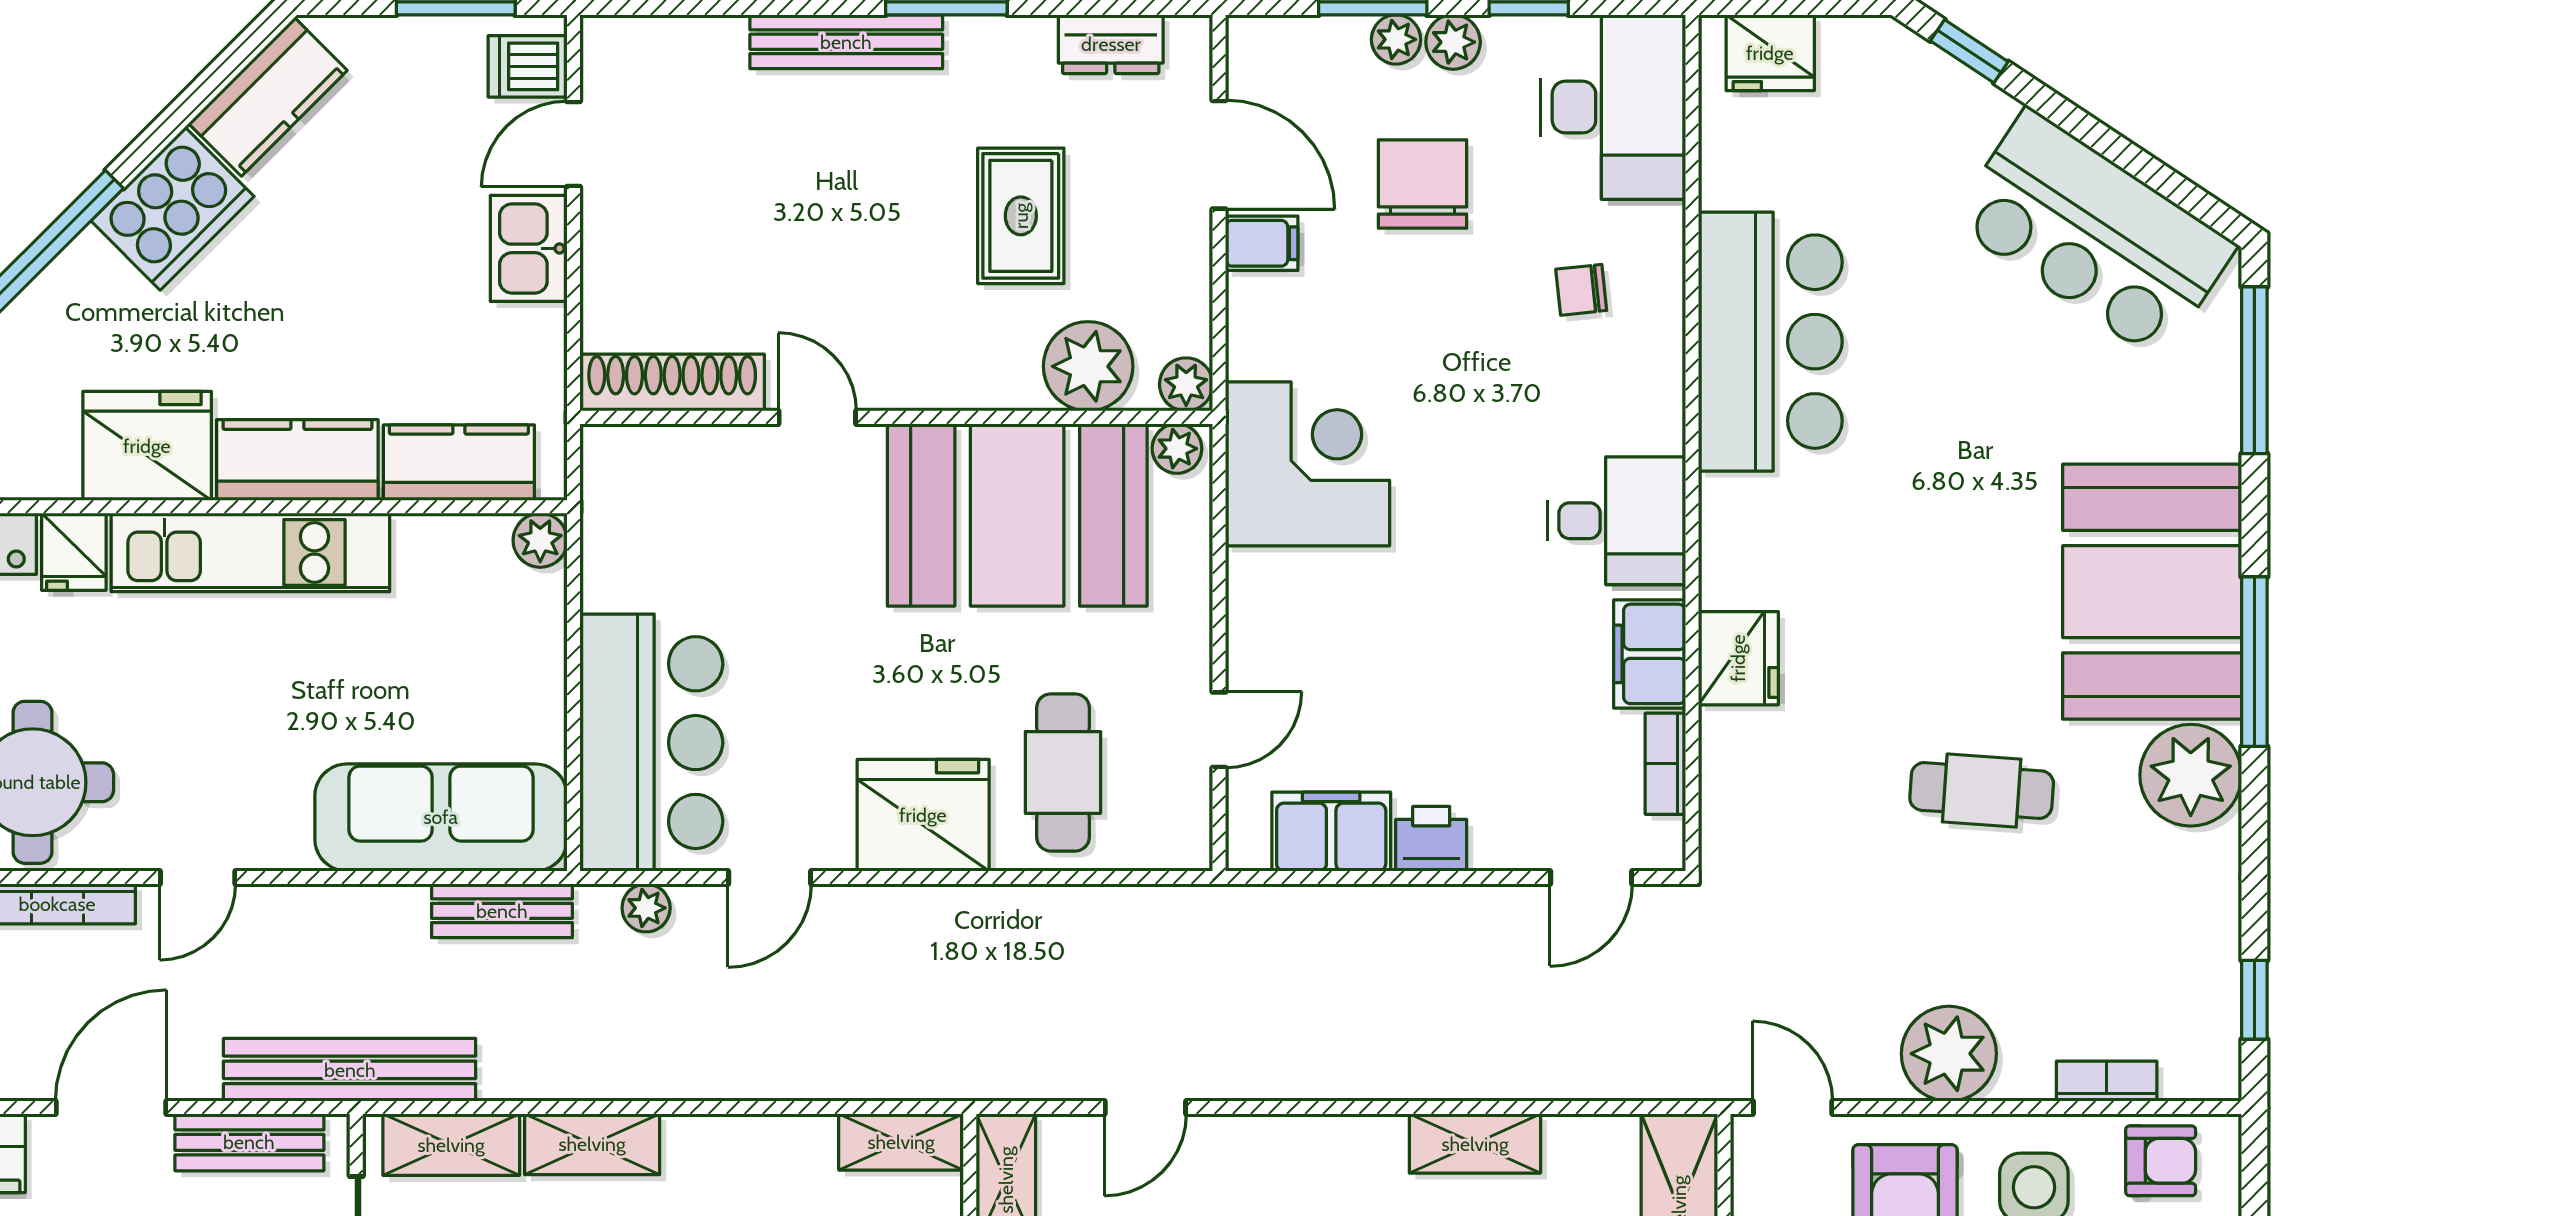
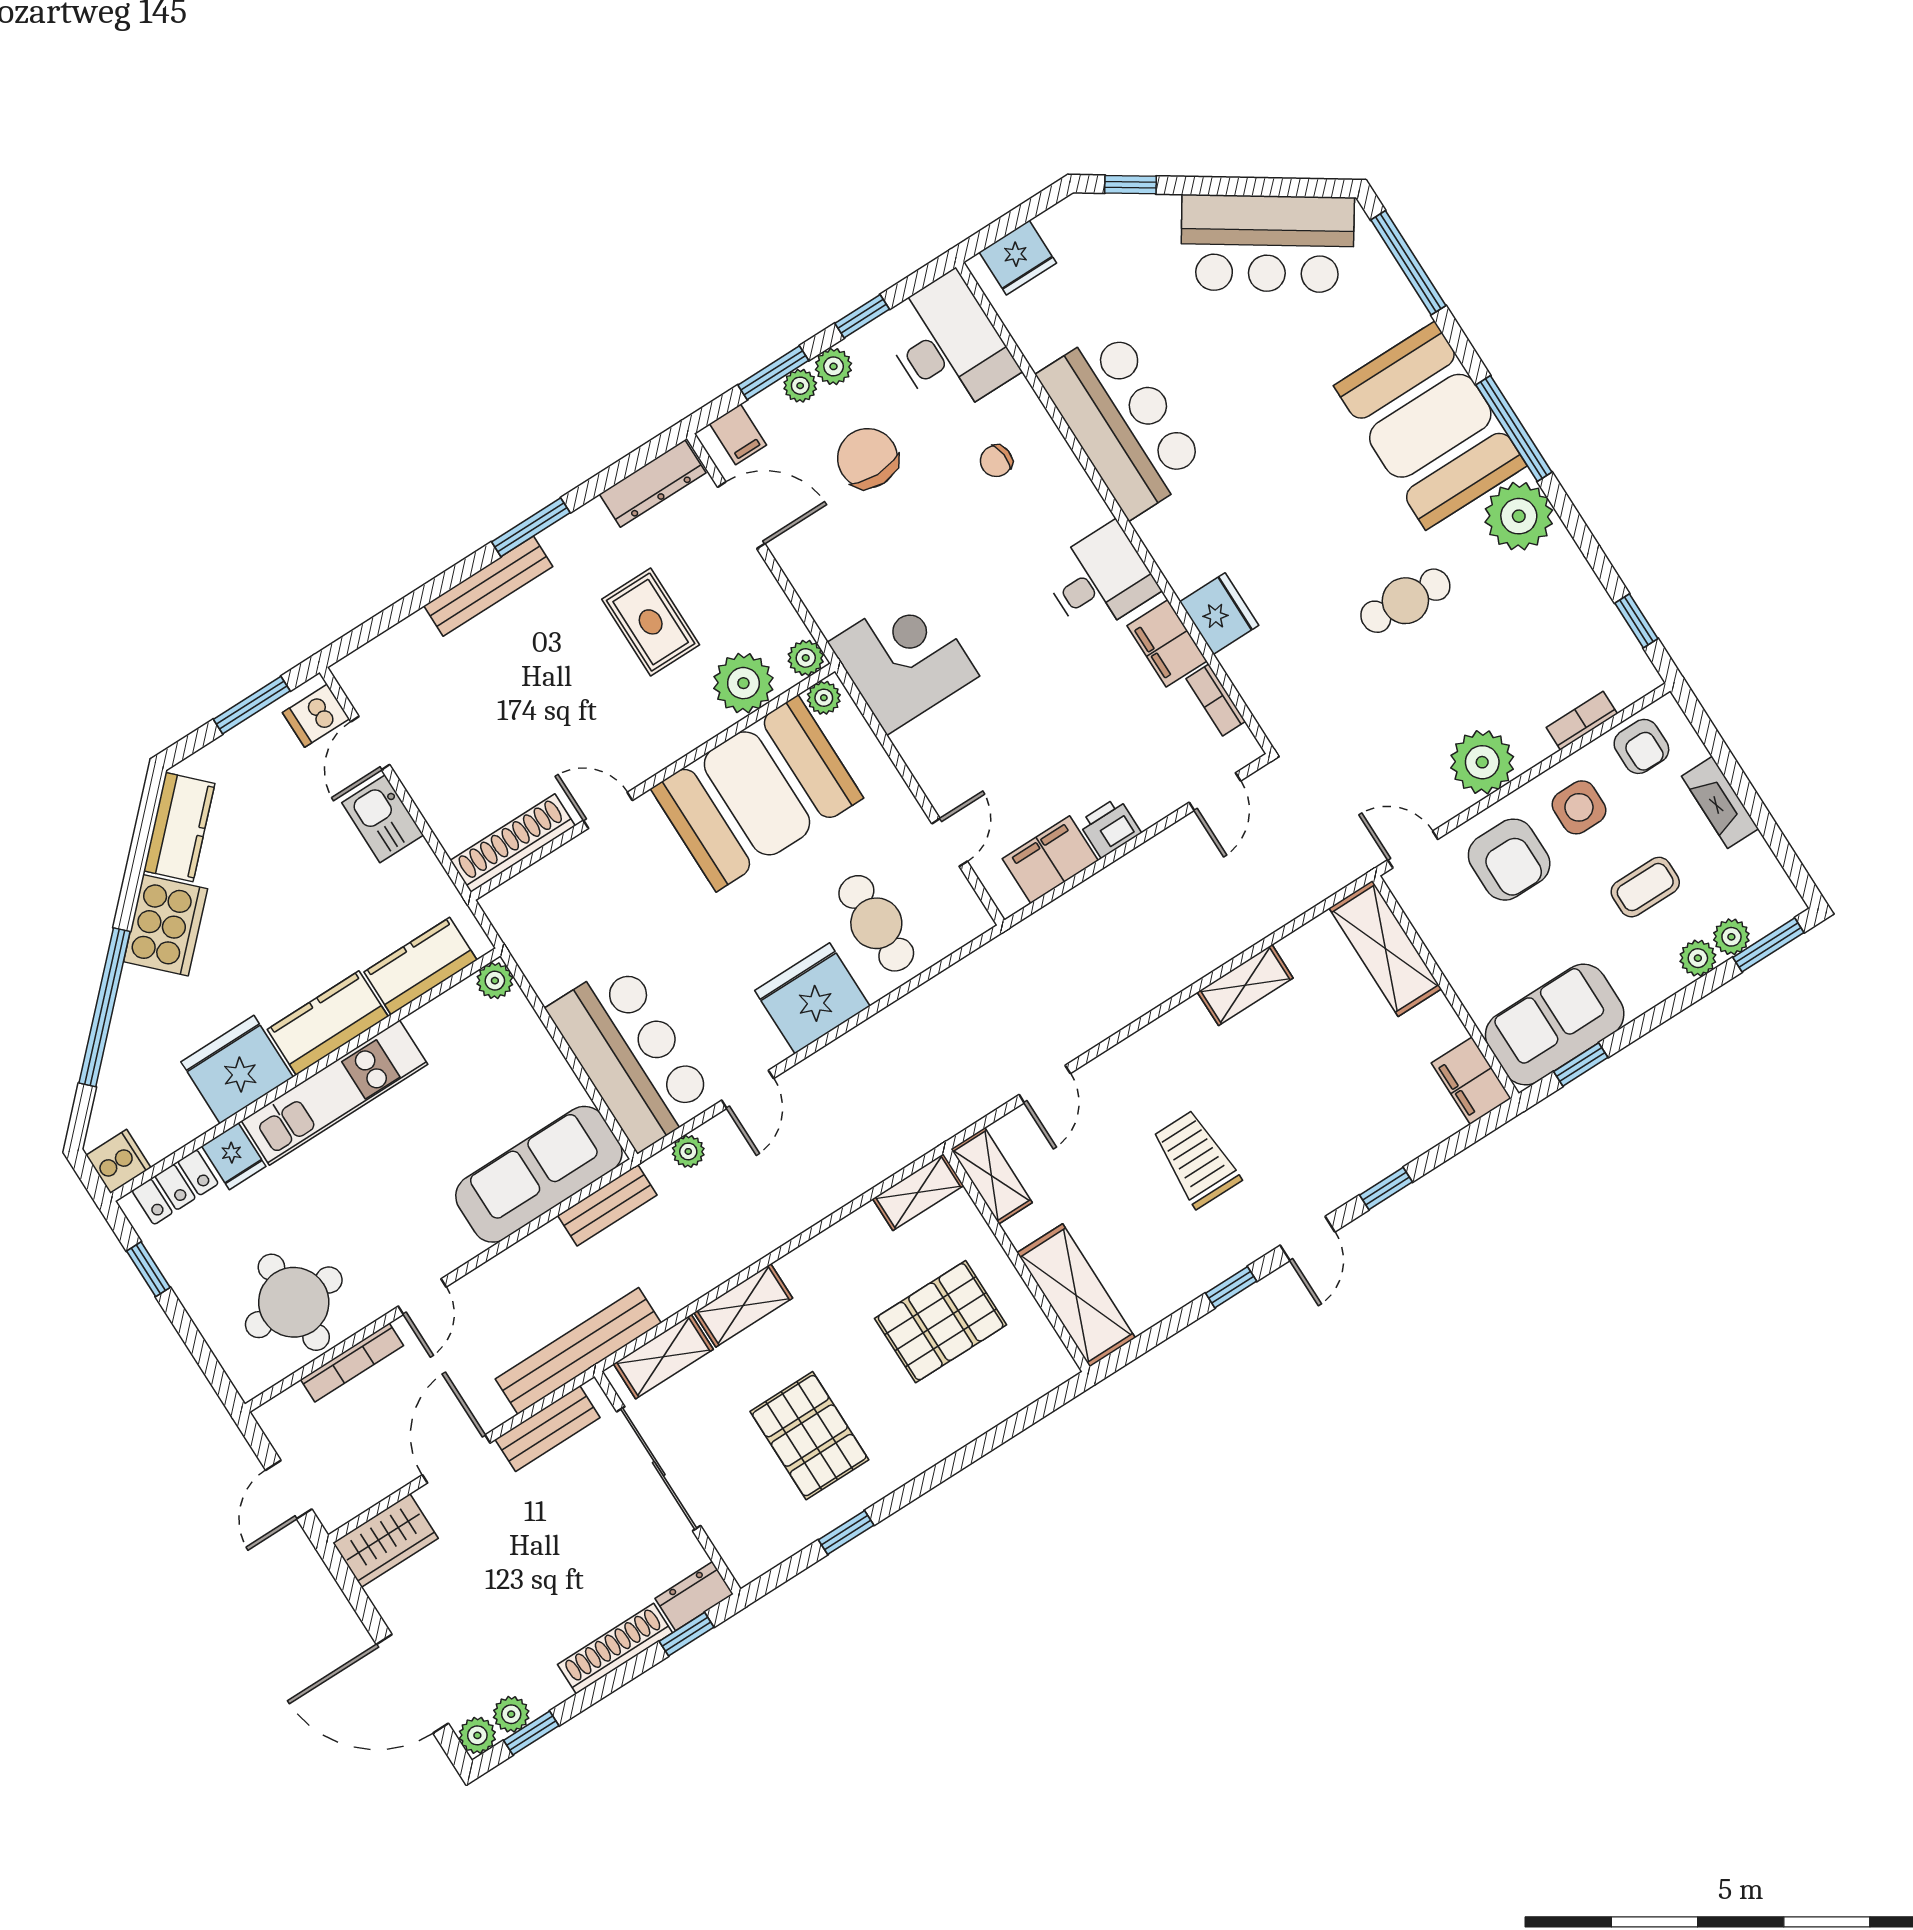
dresser: (1111, 44) -> (653, 483), width x1.44
filing cabinet: (1262, 243) -> (738, 434), moved, turned 90
armchair: (2161, 1161) -> (1641, 746), turned 90

